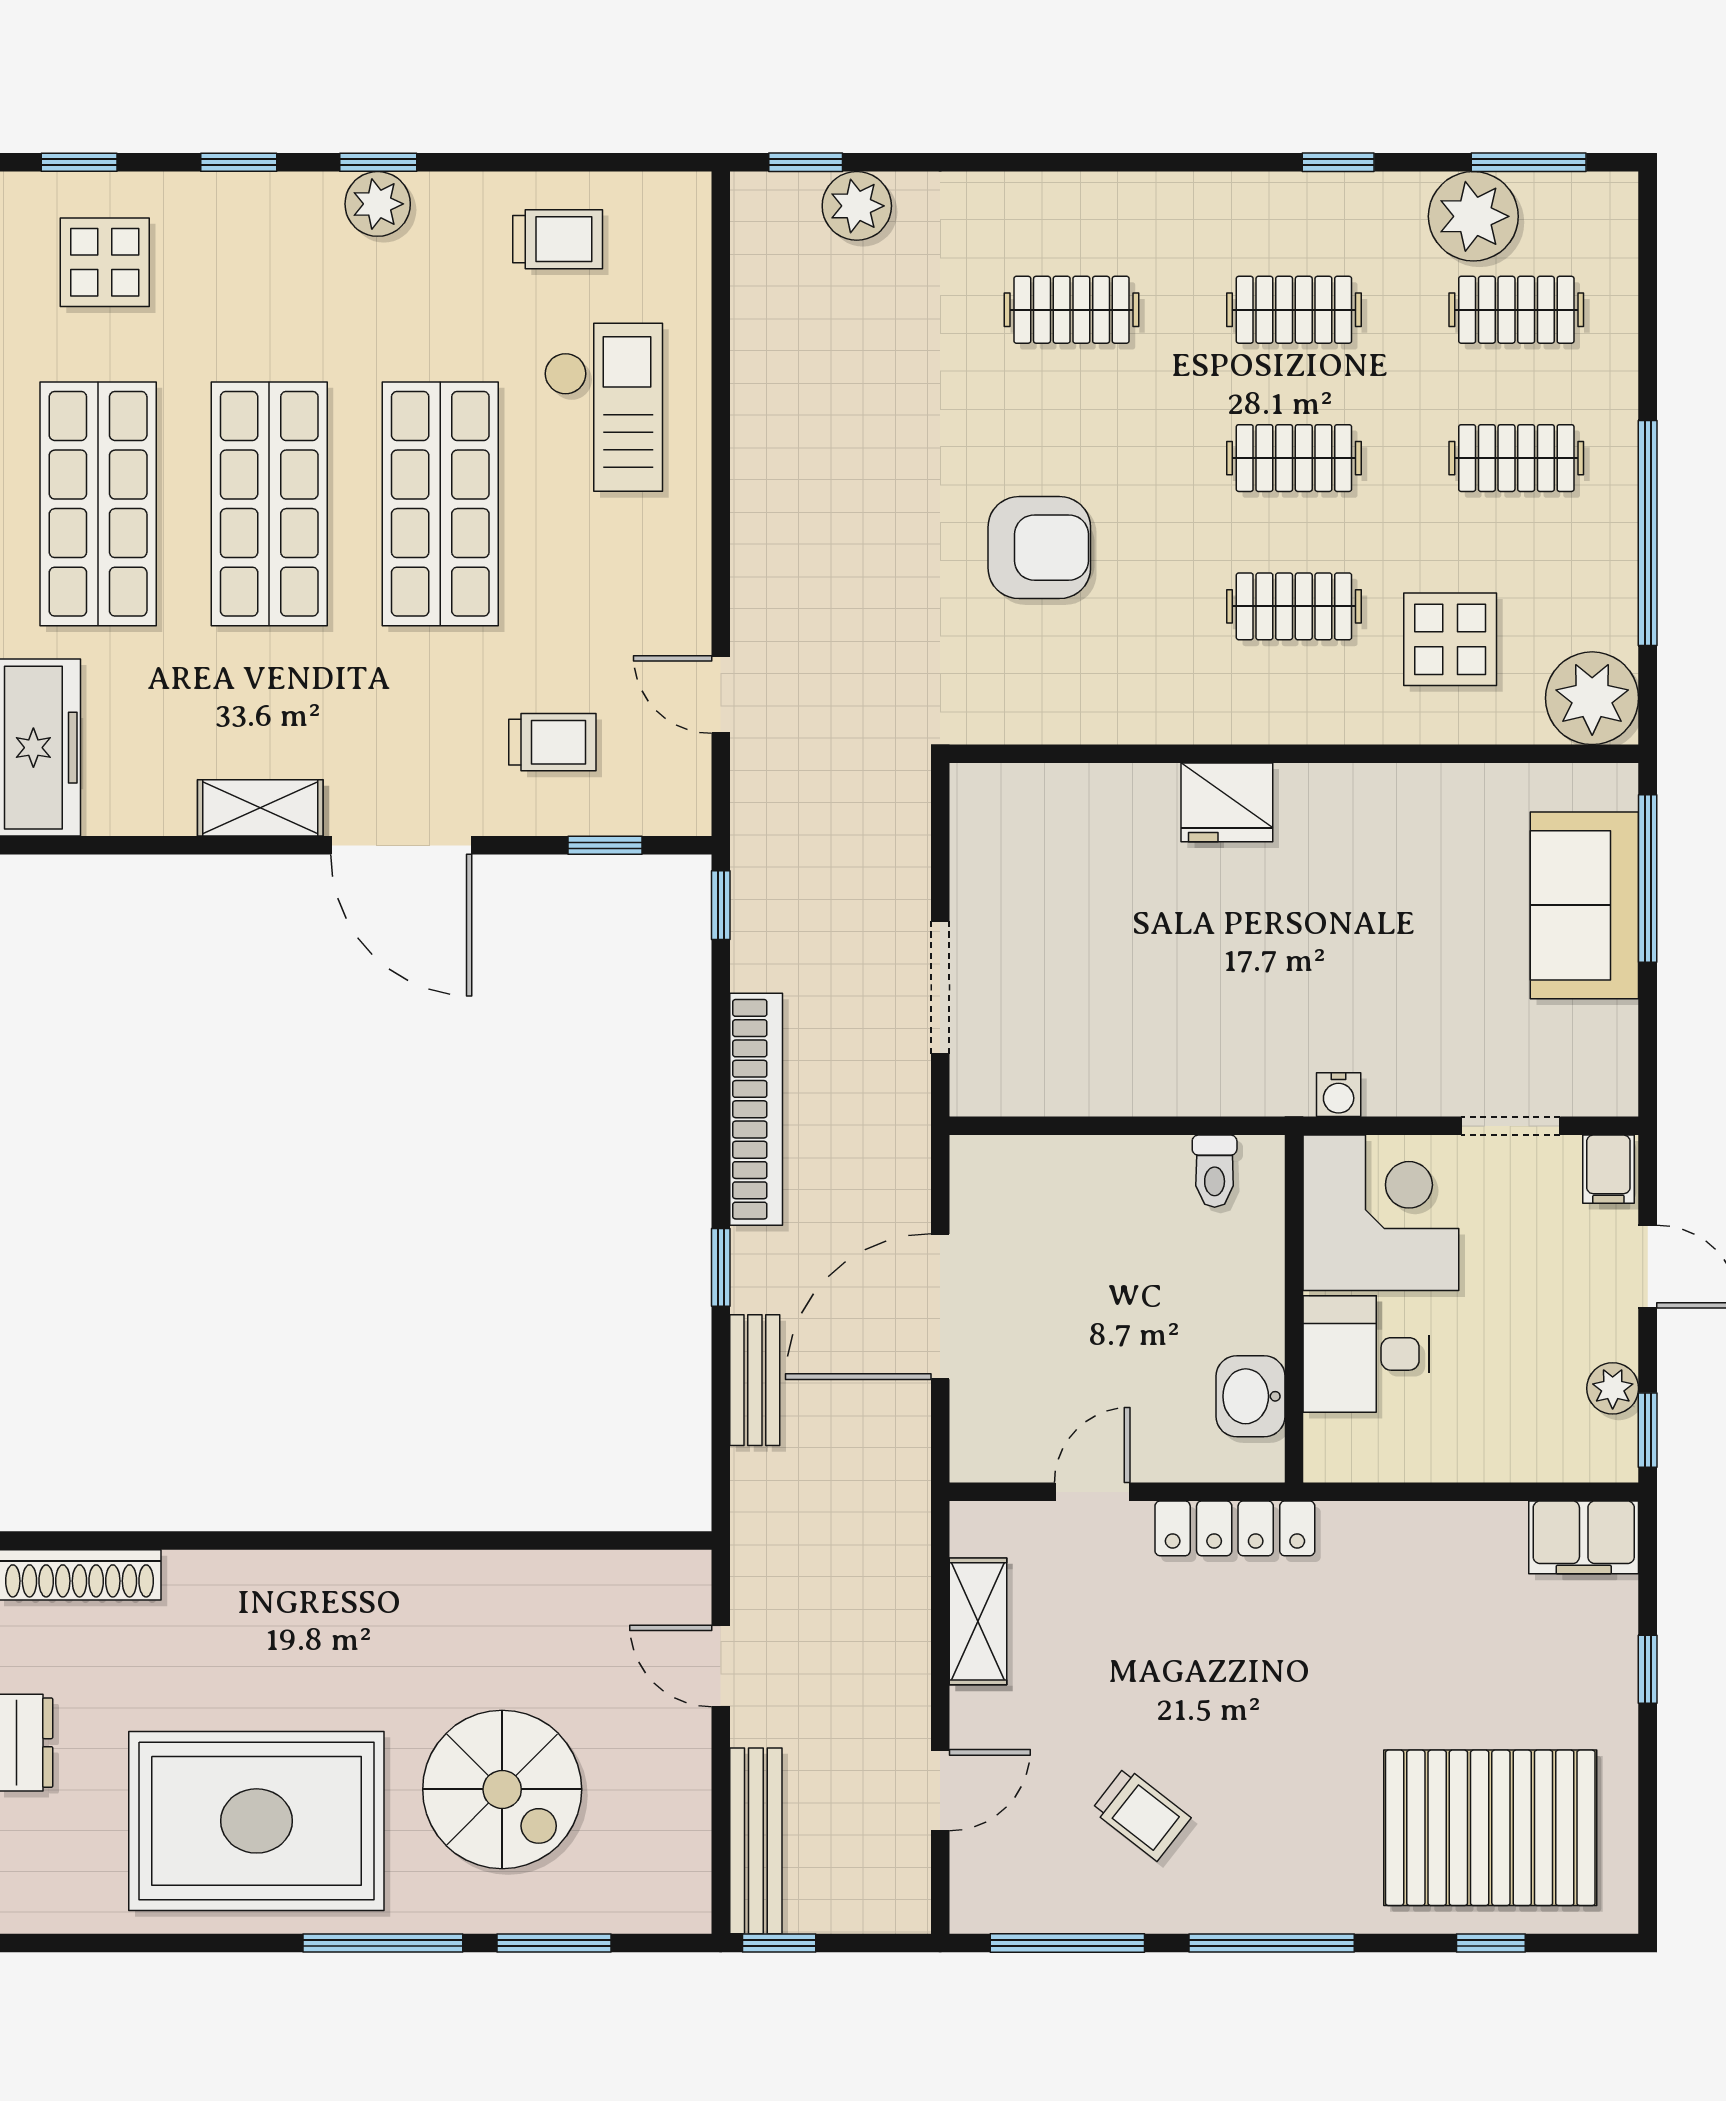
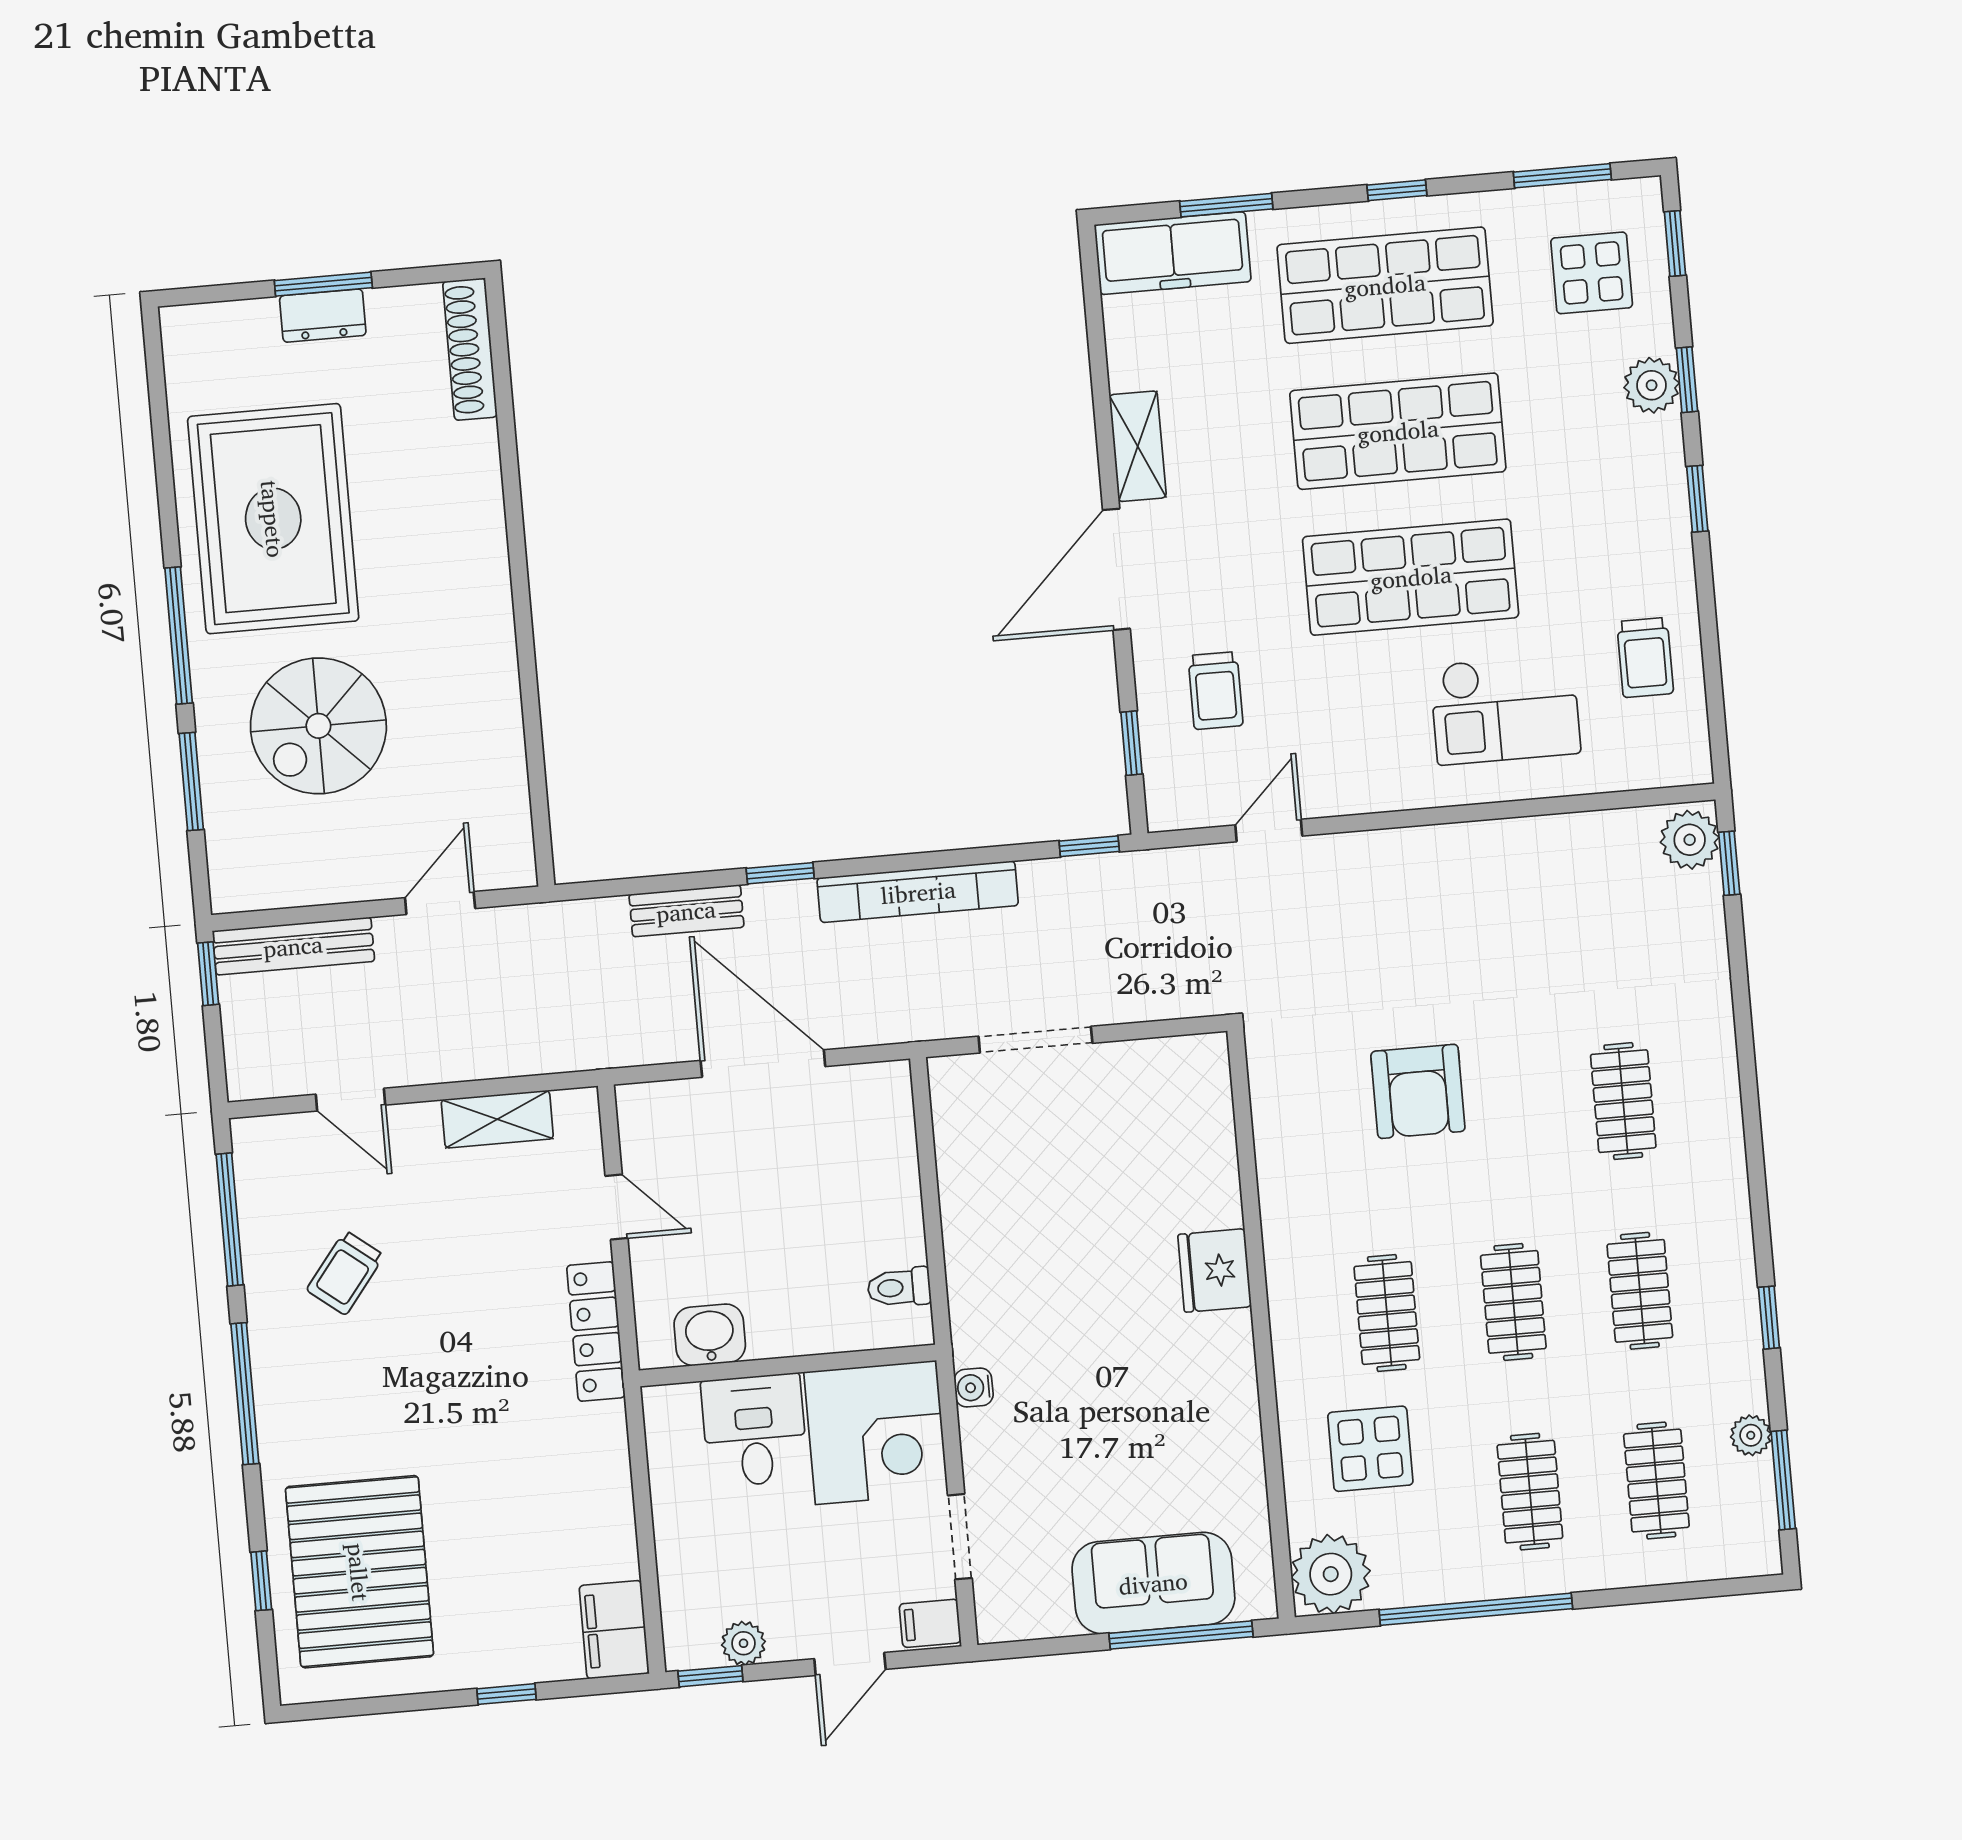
plant: (378, 204) -> (1652, 385), moved
plant: (857, 206) -> (1690, 840), moved
plant: (1473, 216) -> (1751, 1435), width x0.53, depth x0.53

